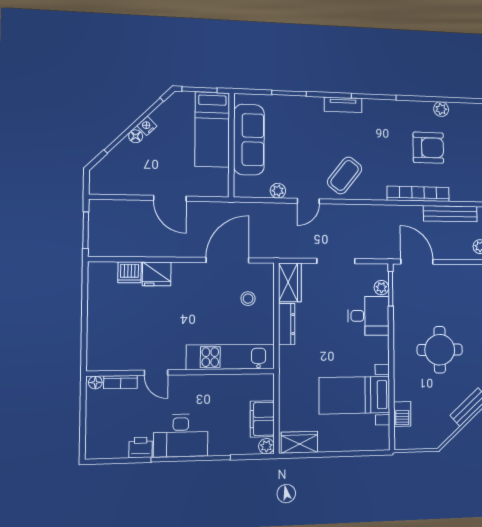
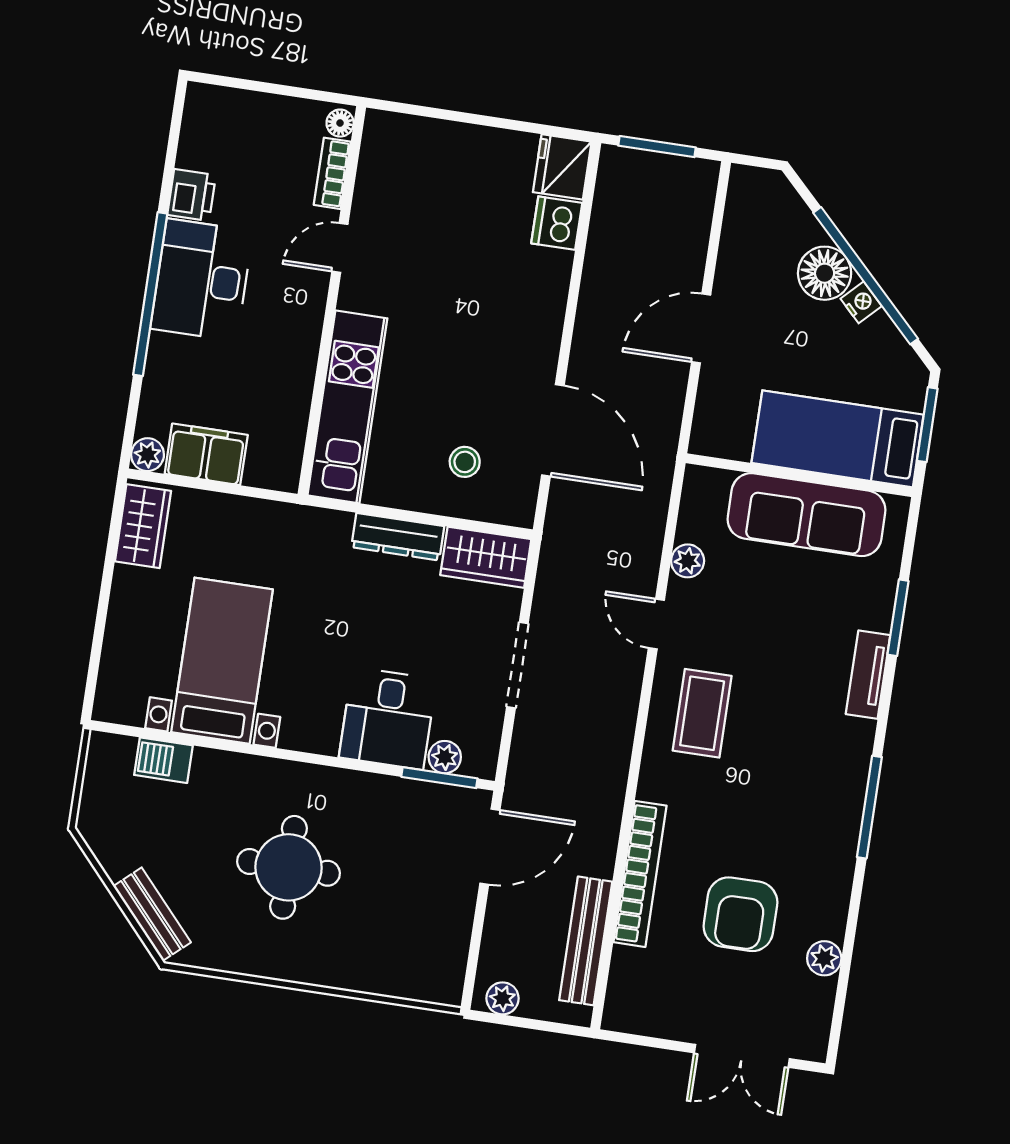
tv unit: (343, 105) -> (868, 675), moved
floor lamp: (136, 136) -> (825, 273), width x1.89, depth x1.89
coffee table: (345, 175) -> (702, 713), turned 52
fridge: (157, 274) -> (562, 167), moved

